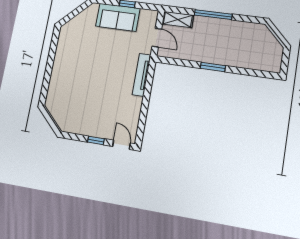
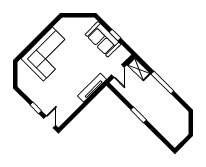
corner sofa: (71, 74) -> (48, 54), added

